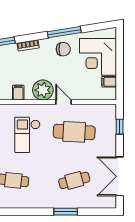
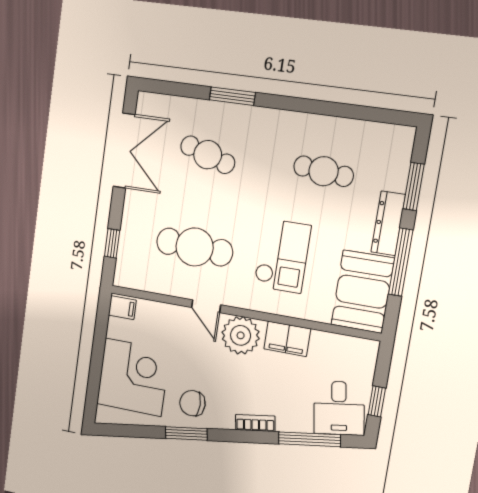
window: (64, 32) -> (186, 433), width x0.69
filing cabinet: (109, 82) -> (122, 308), moved
filing cabinet: (18, 93) -> (287, 339), width x2.00
cafe table: (74, 180) -> (208, 155), turned 33

